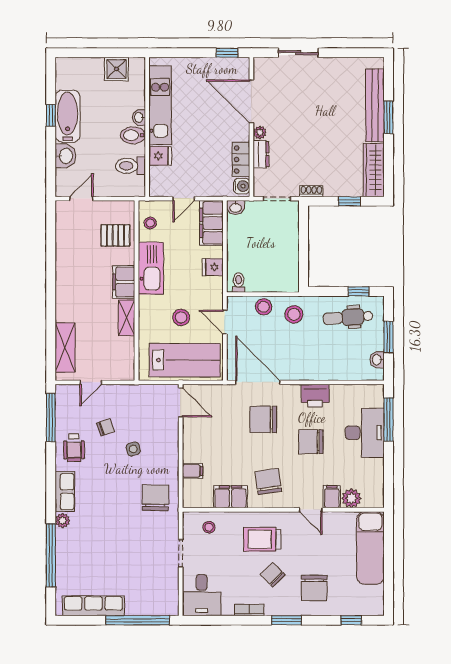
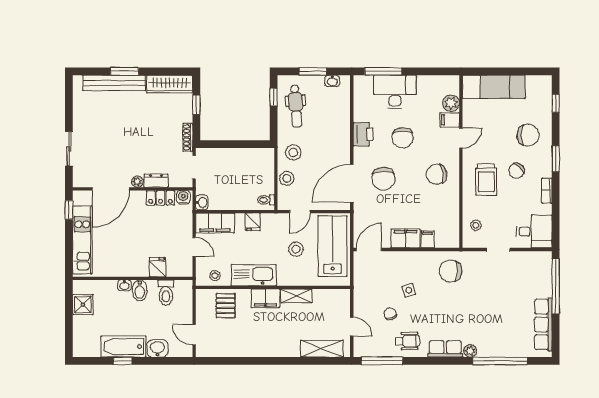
kitchen unit: (160, 105) -> (82, 240), moved, turned 90
shoe rack: (311, 191) -> (188, 137), width x1.43
filing cabinet: (230, 497) -> (406, 238), moved, turned 90

